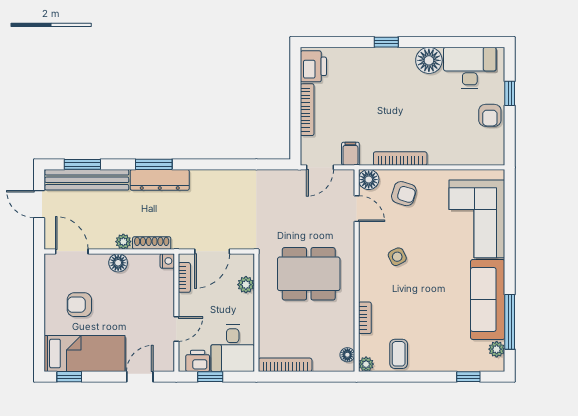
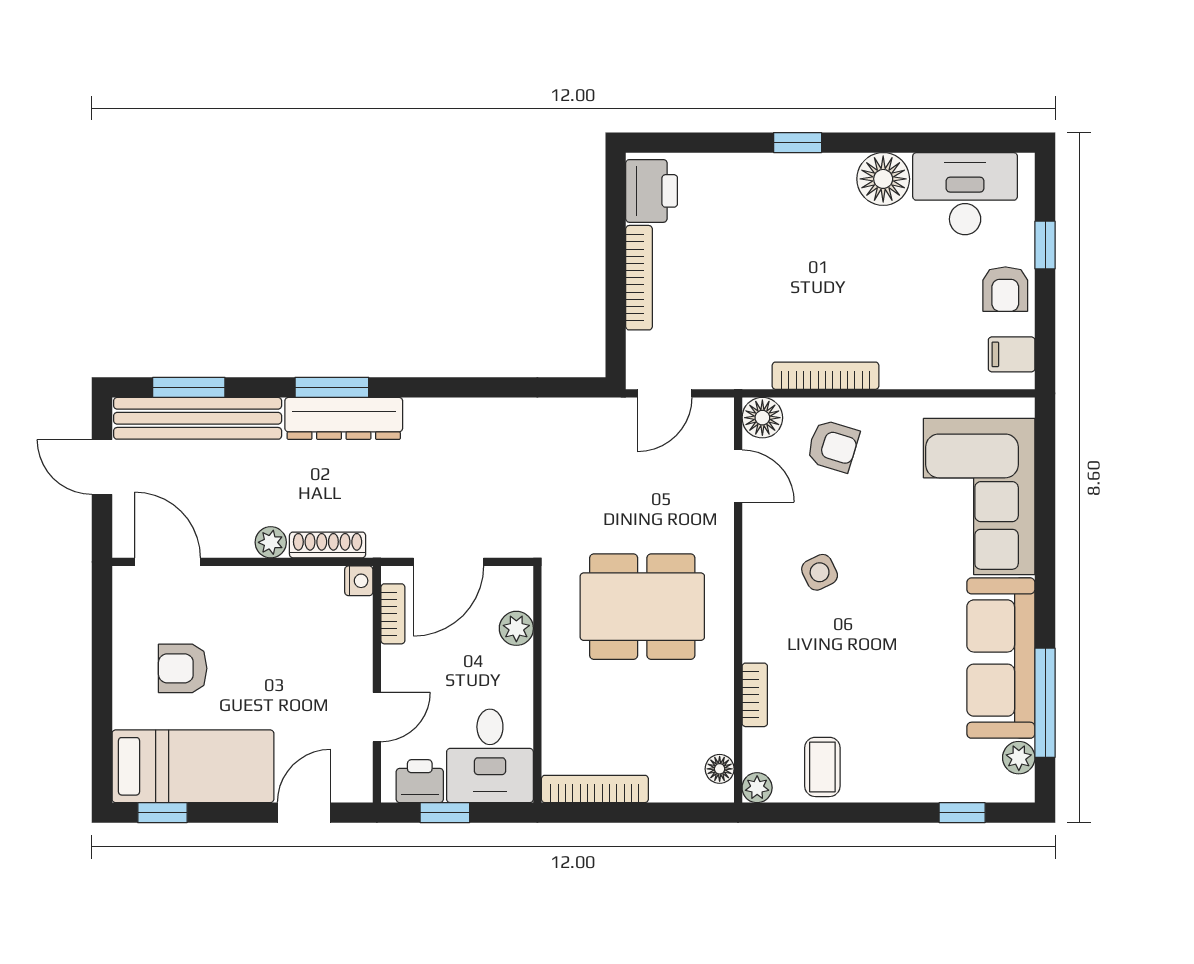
filing cabinet: (350, 154) -> (1012, 354), moved, turned -90
floor lamp: (118, 263) -> (260, 584), removed

